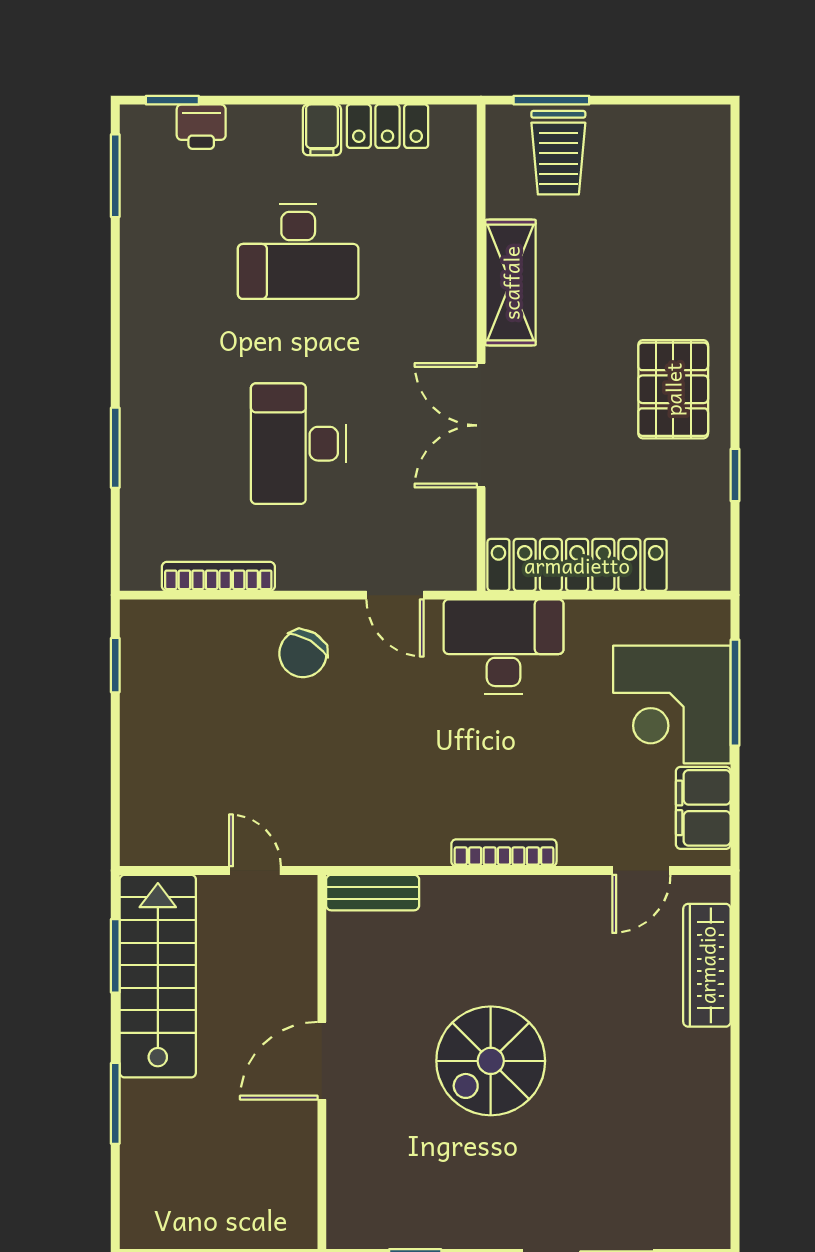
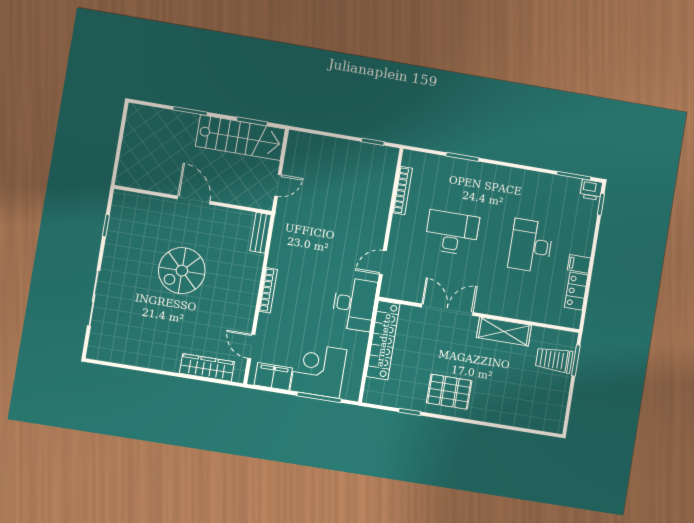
printer: (201, 127) -> (591, 190), moved, turned -90
chair: (303, 654) -> (365, 220), removed
spiral stairs: (491, 1061) -> (182, 271), turned -90

